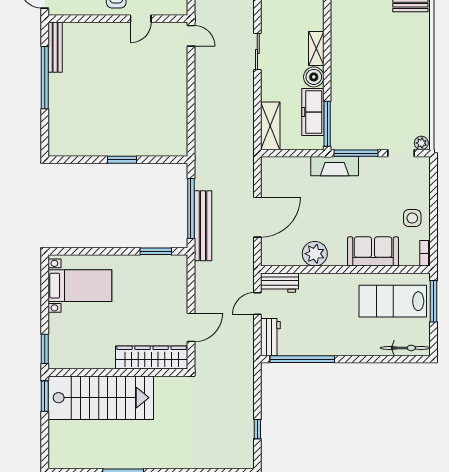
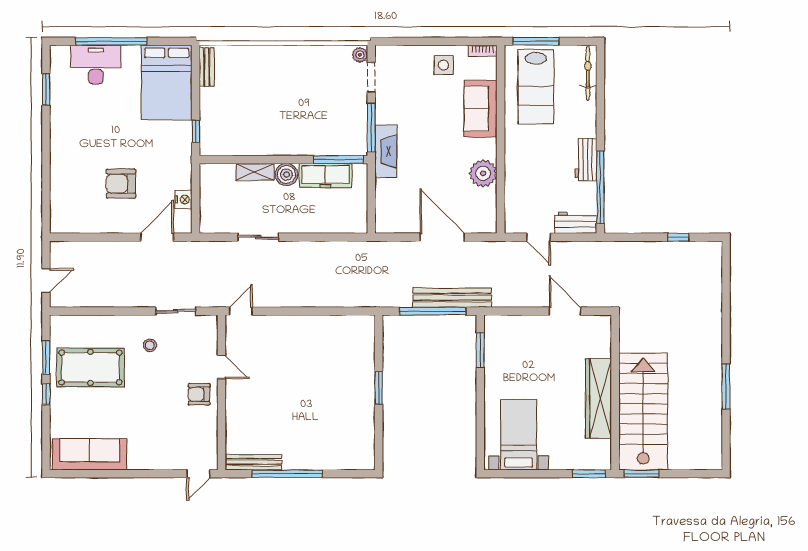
shelving: (270, 126) -> (341, 223), removed
workbench: (280, 283) -> (586, 160), moved, turned 180
wardrobe: (152, 357) -> (598, 398), moved

